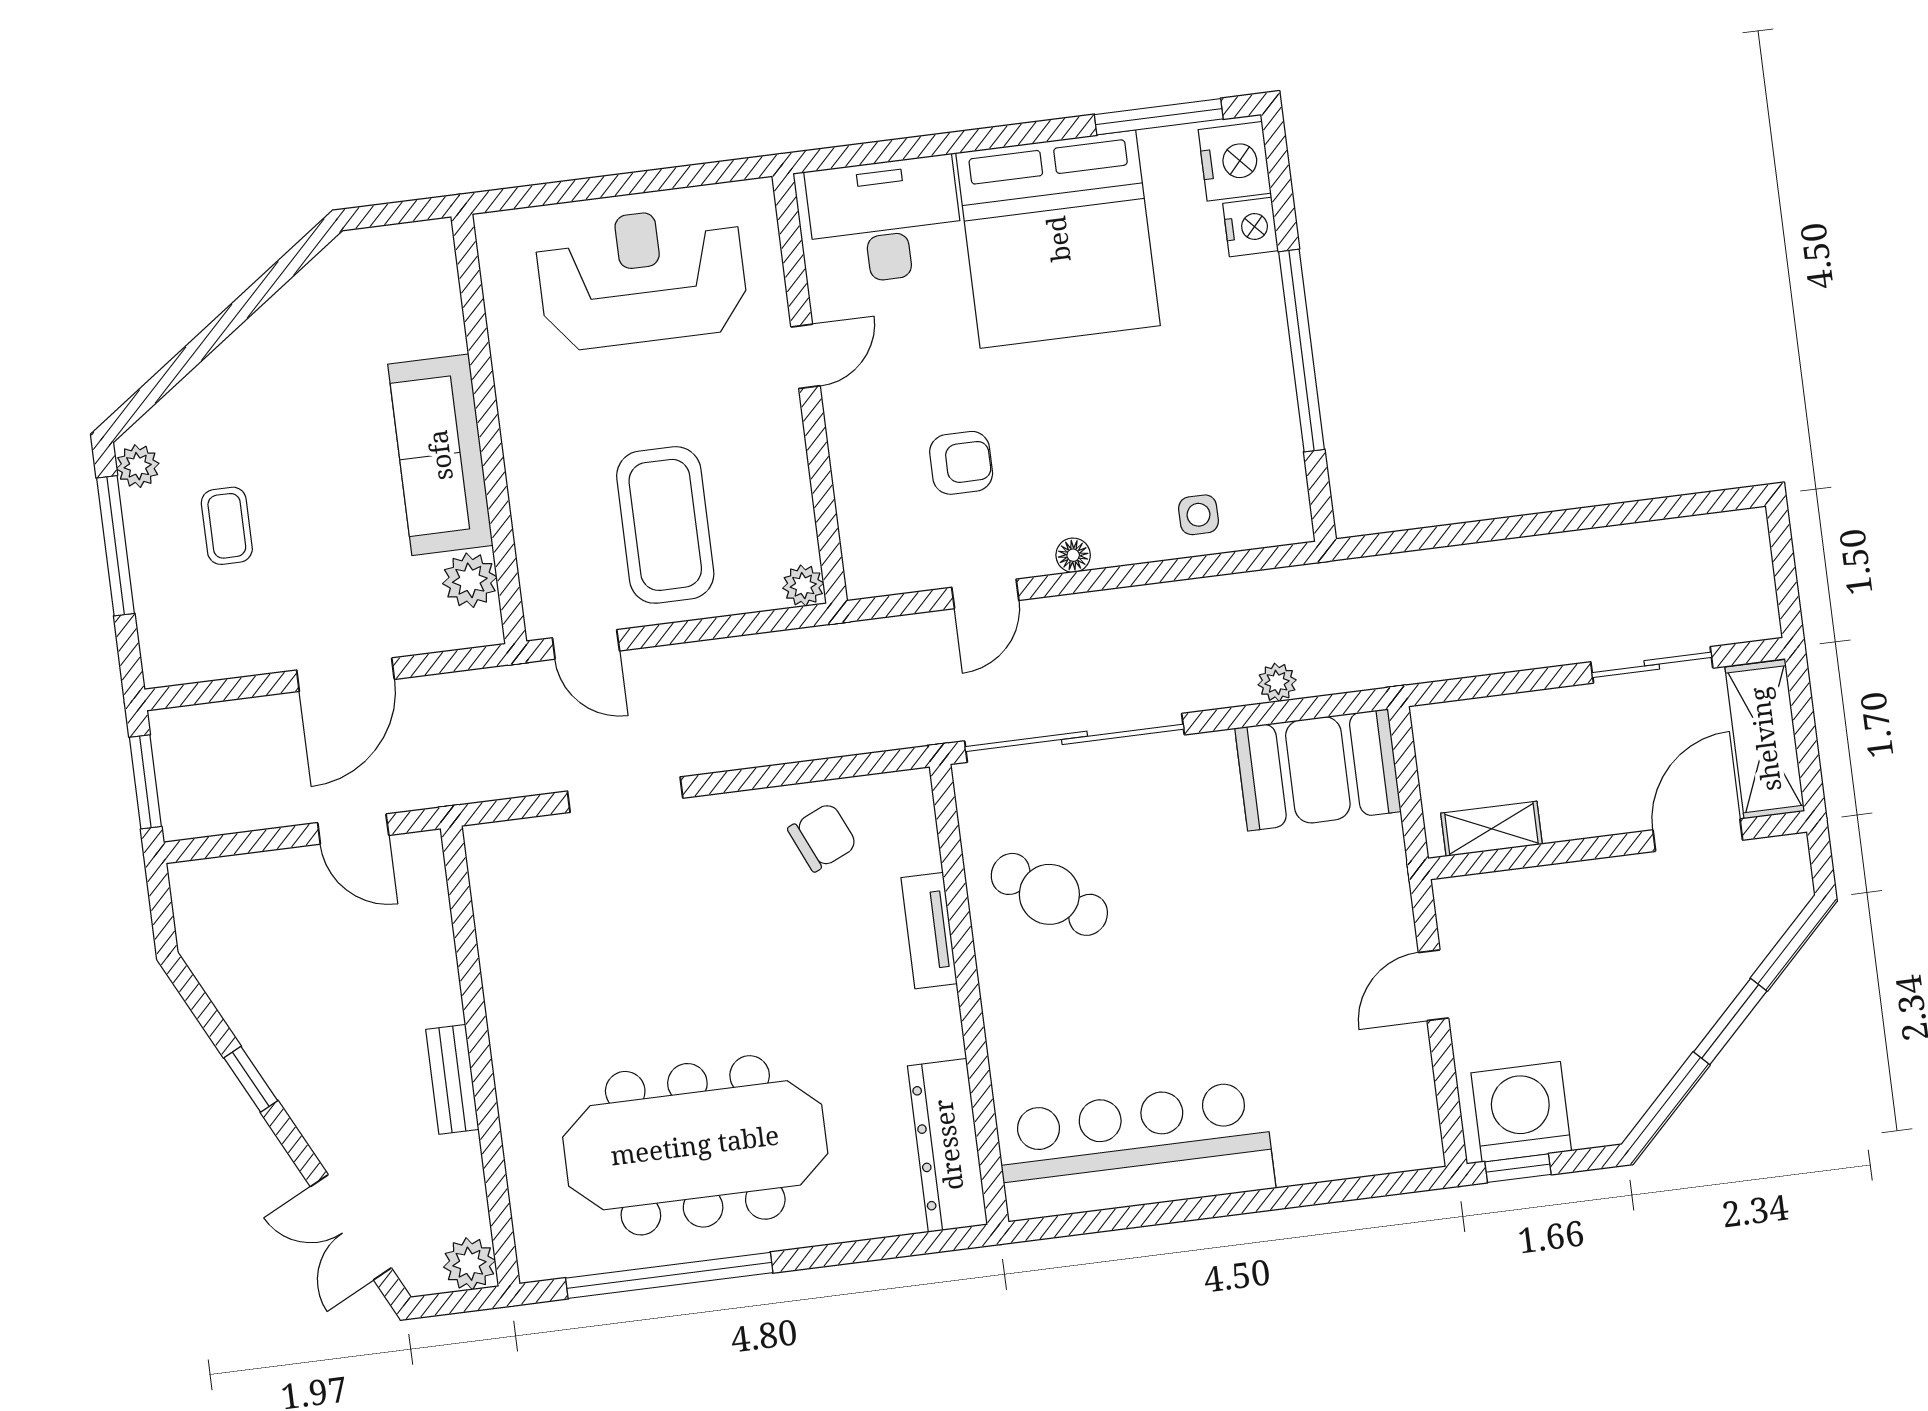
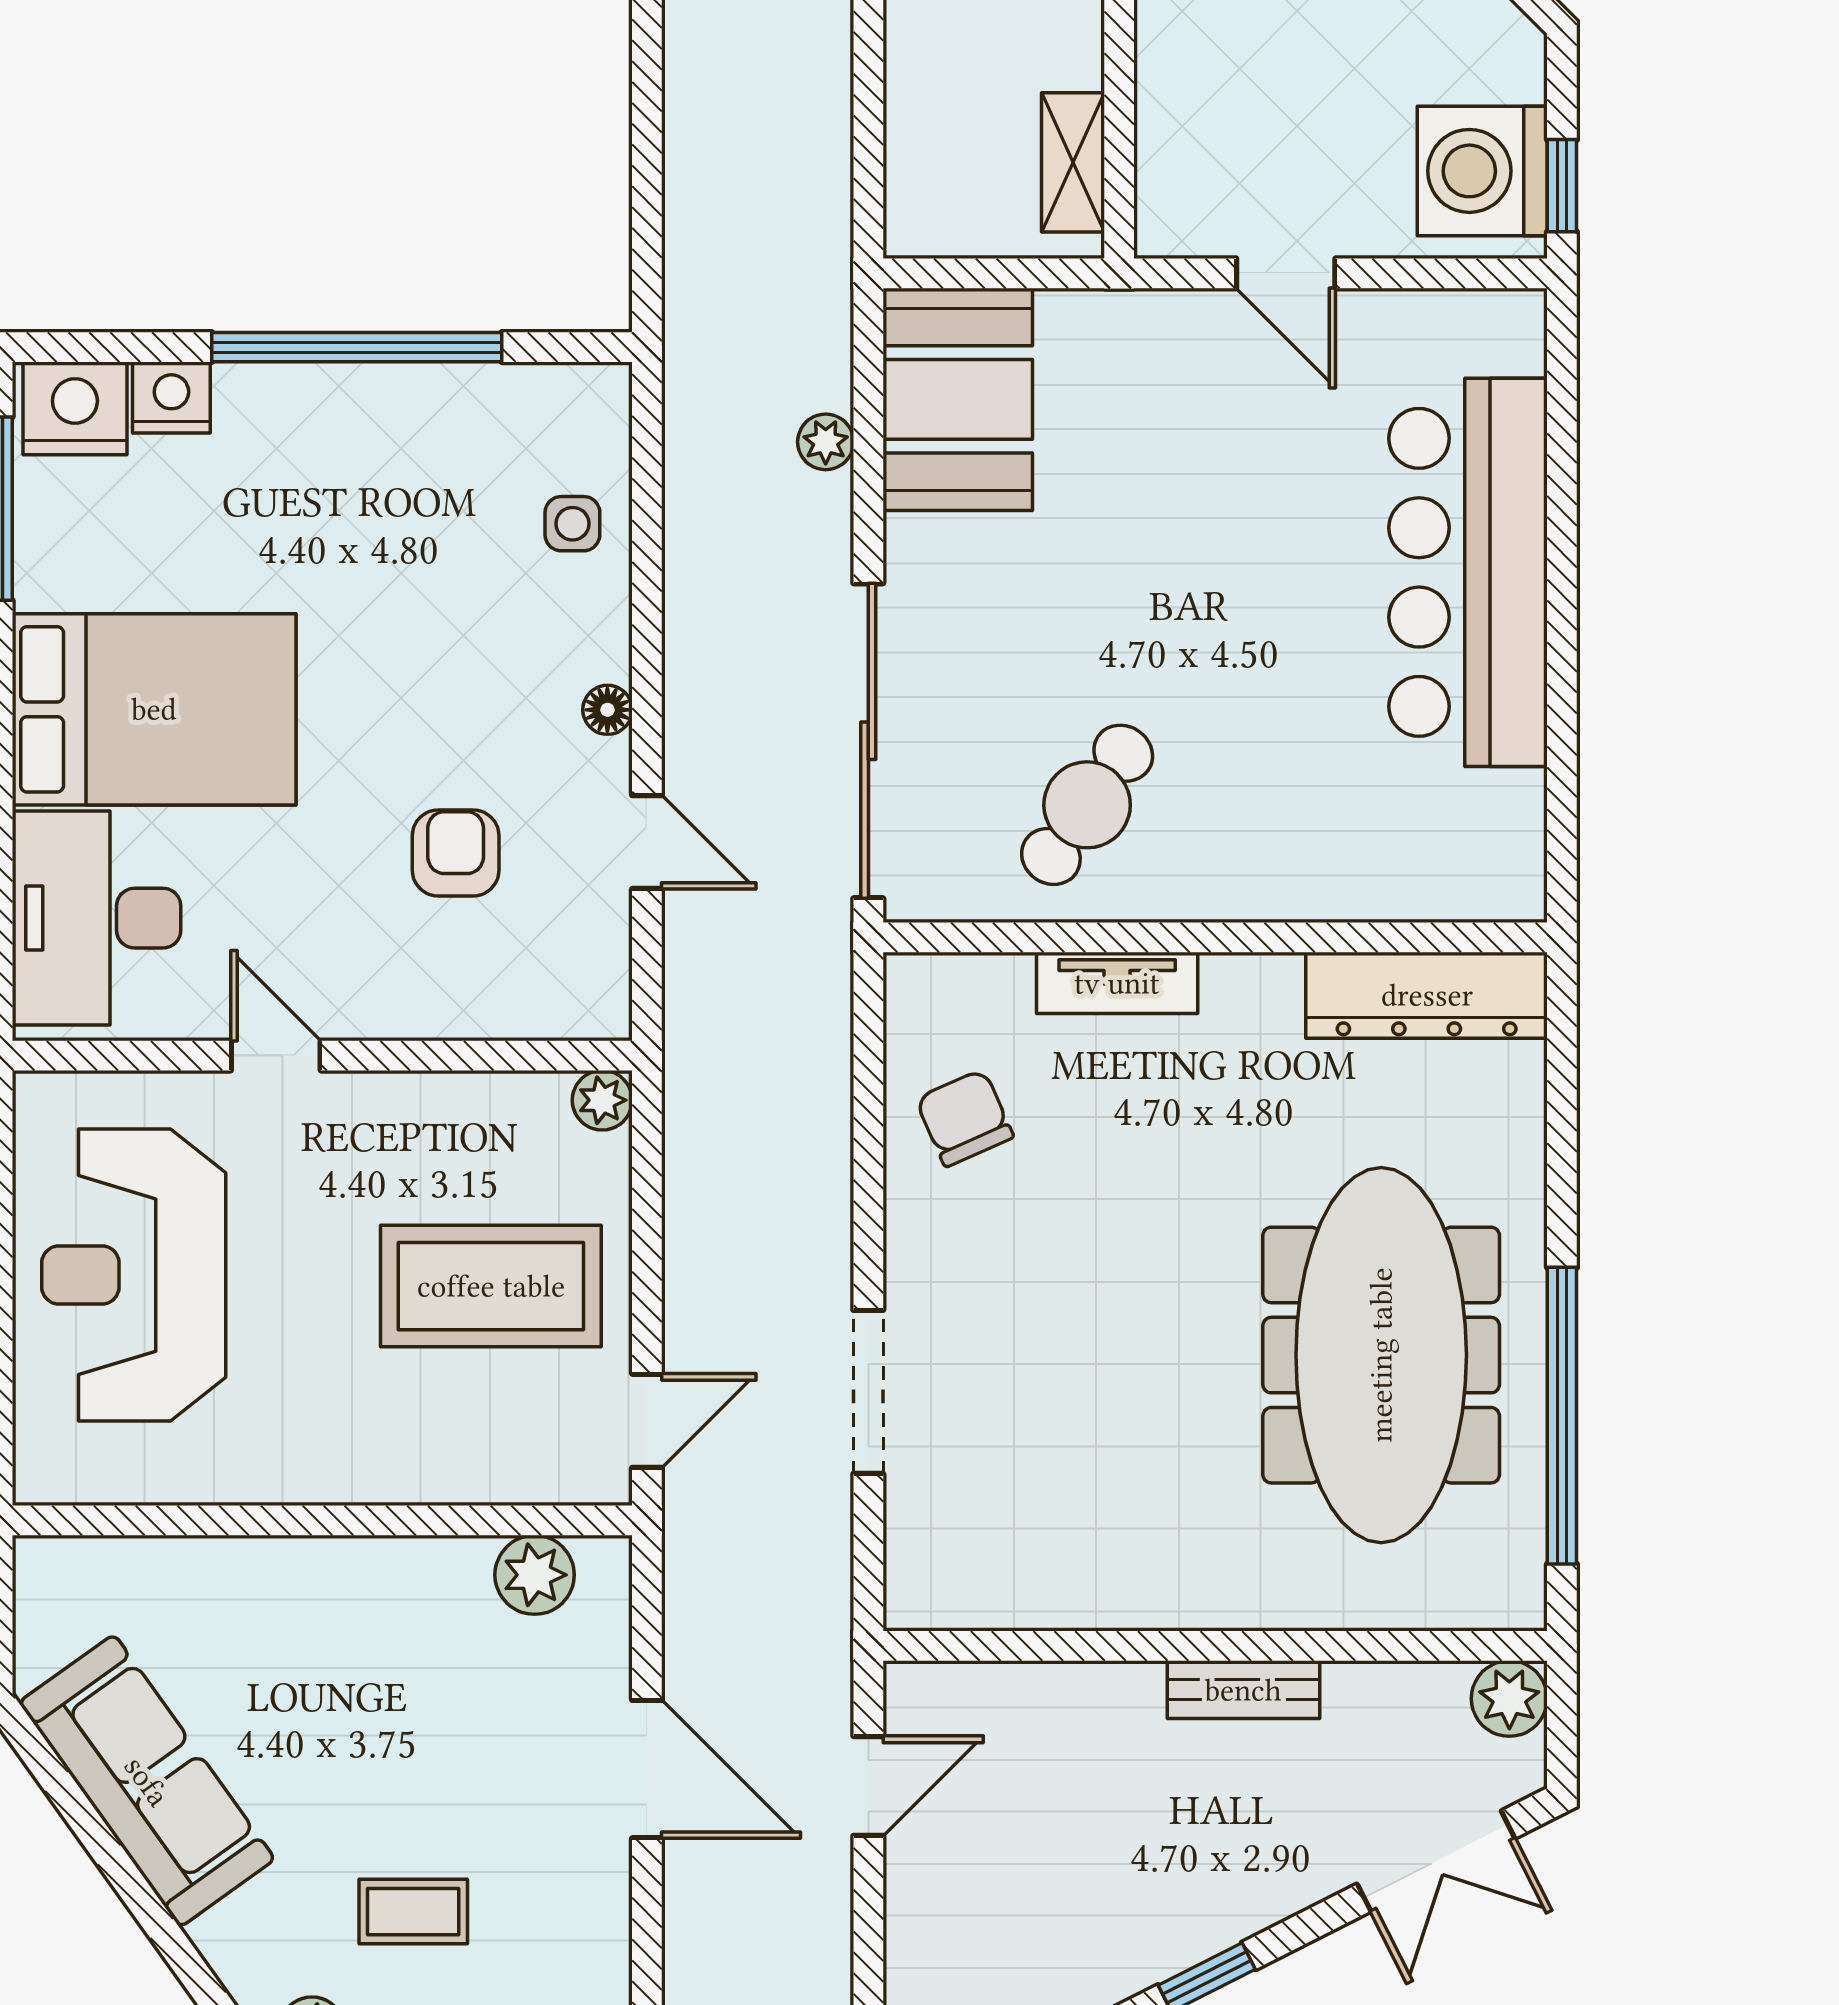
bed: (1058, 239) -> (154, 709), width x0.73
sofa: (440, 455) -> (147, 1781), moved, turned -126
bar counter: (1135, 1151) -> (1468, 572), moved

